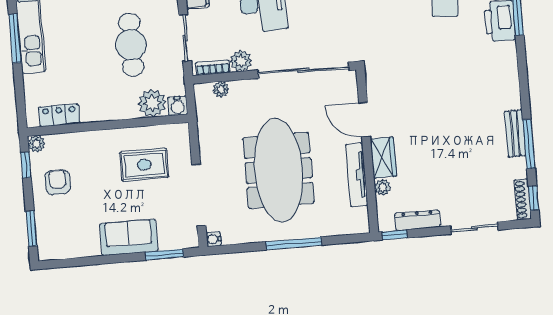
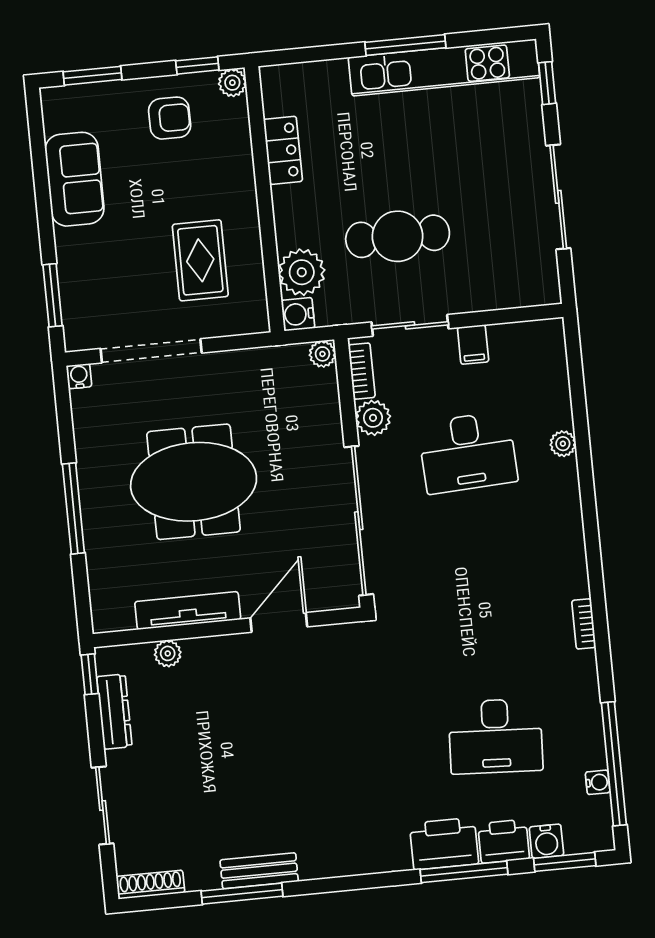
plant: (221, 90) -> (322, 354), moved
locker: (59, 115) -> (283, 150), moved
wardrobe: (383, 158) -> (217, 654), removed
meeting table: (279, 170) -> (194, 482), width x0.73
window: (534, 198) -> (153, 902), removed
sofa: (129, 237) -> (74, 179), moved

